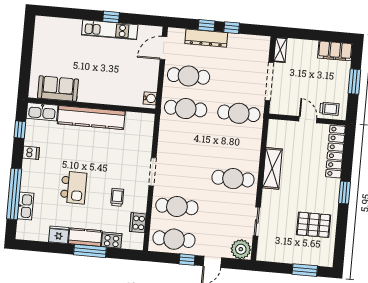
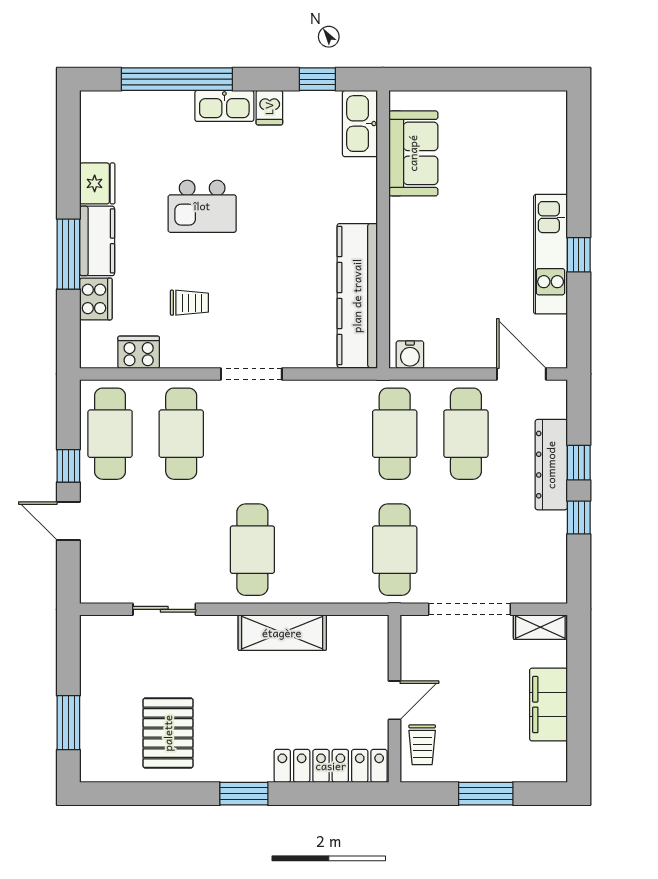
filing cabinet: (335, 51) -> (549, 705), moved
kitchen counter: (91, 117) -> (357, 296), moved
kitchen sink: (25, 206) -> (224, 106), moved
plant: (241, 249) -> (101, 580), removed

